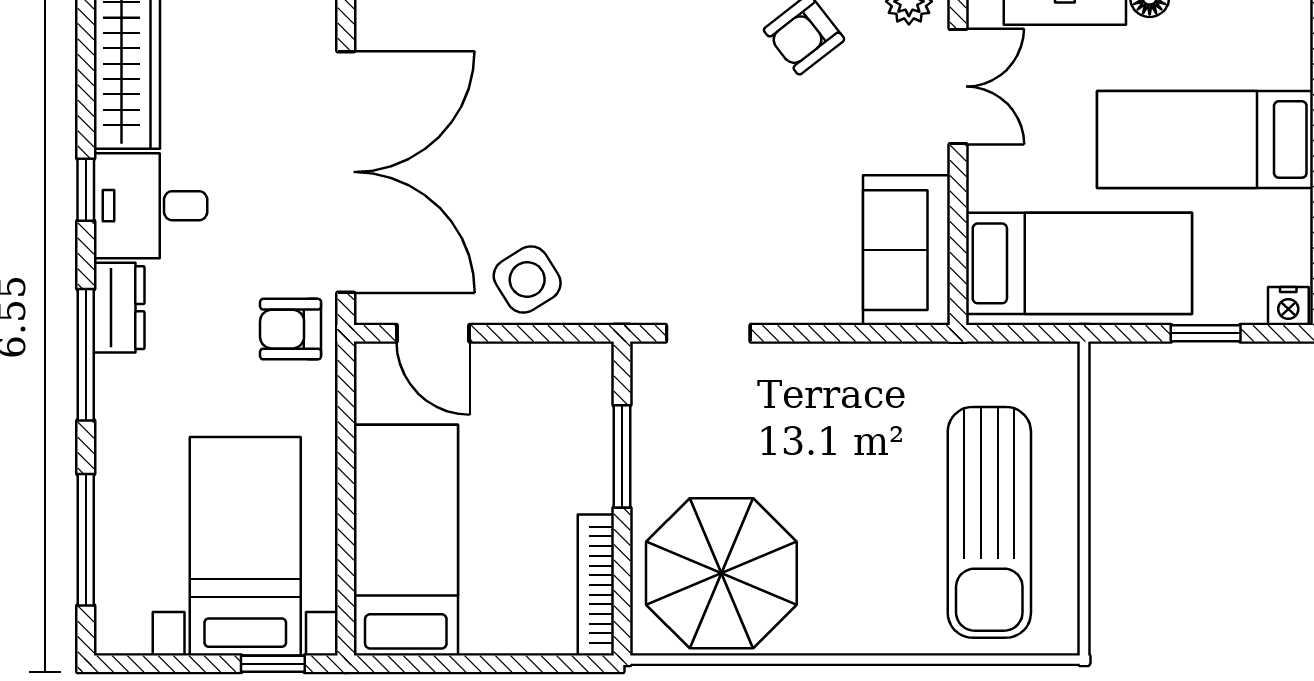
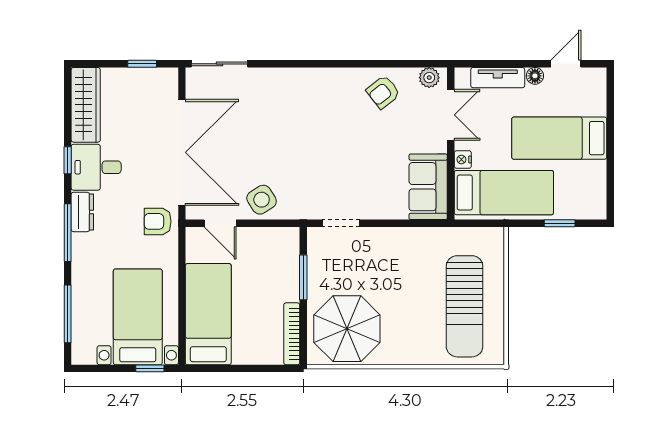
nightstand: (1288, 306) -> (463, 159), moved, turned 90

